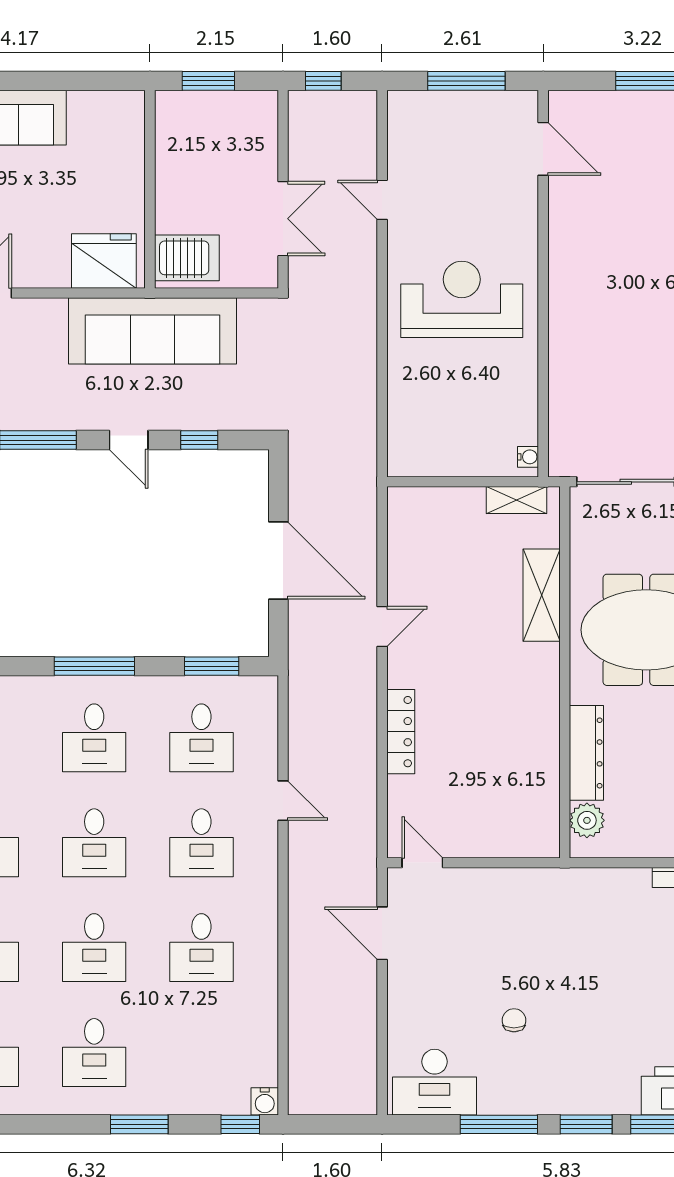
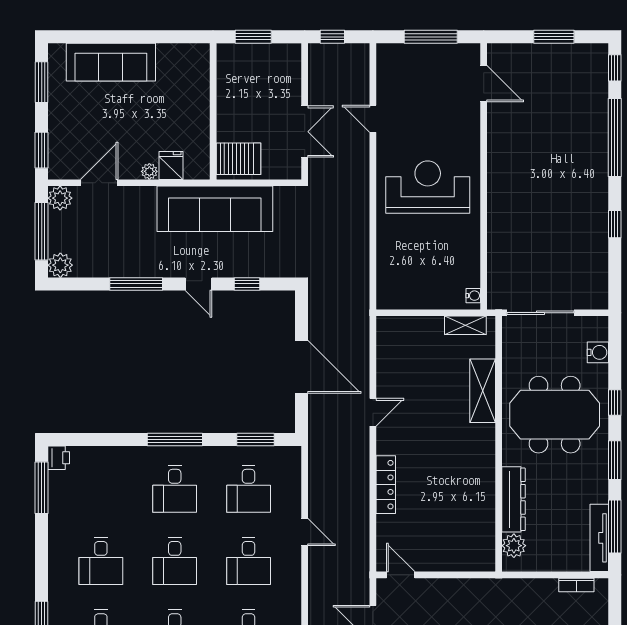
fridge: (104, 261) -> (171, 166), width x0.53, depth x0.75
plant: (57, 276) -> (149, 171), added

